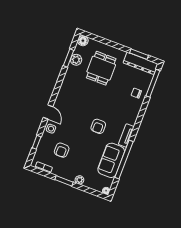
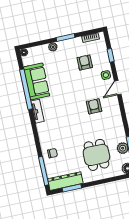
door: (48, 112) -> (118, 88), hinge flipped
armchair: (98, 126) -> (94, 106), moved

